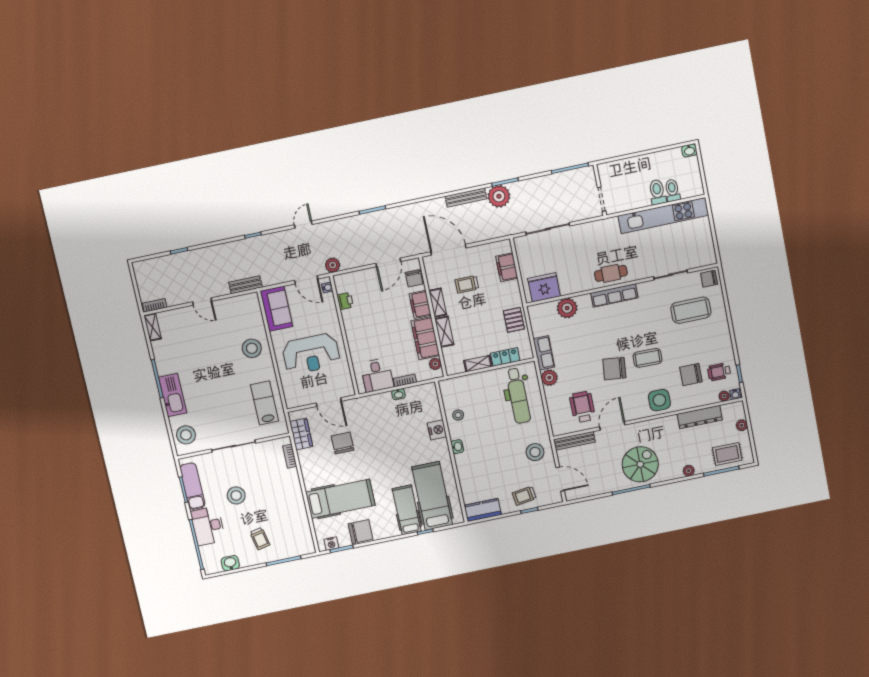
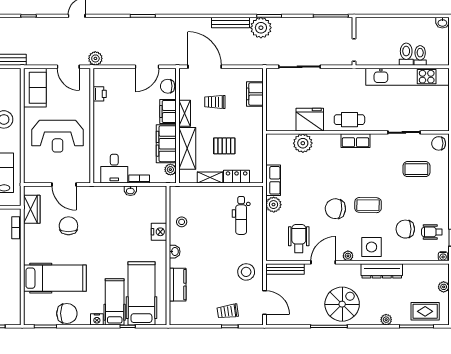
chair: (414, 278) -> (168, 86), turned 90
fridge: (544, 287) -> (310, 120), moved
water cooler: (327, 288) -> (86, 78), removed
row of seats: (614, 295) -> (355, 141), width x0.68
coffee table: (691, 310) -> (416, 169), width x0.73, depth x0.76
pallet: (514, 320) -> (224, 146), moved, turned 90
shelving: (444, 332) -> (187, 148), width x1.50, depth x1.33
dental chair: (518, 396) -> (241, 215), width x0.73, depth x0.72
plant: (724, 396) -> (348, 256), moved
dresser: (700, 417) -> (382, 271), moved
kitchen counter: (483, 510) -> (178, 285), moved, turned 90
nightstand: (331, 544) -> (97, 319), moved

